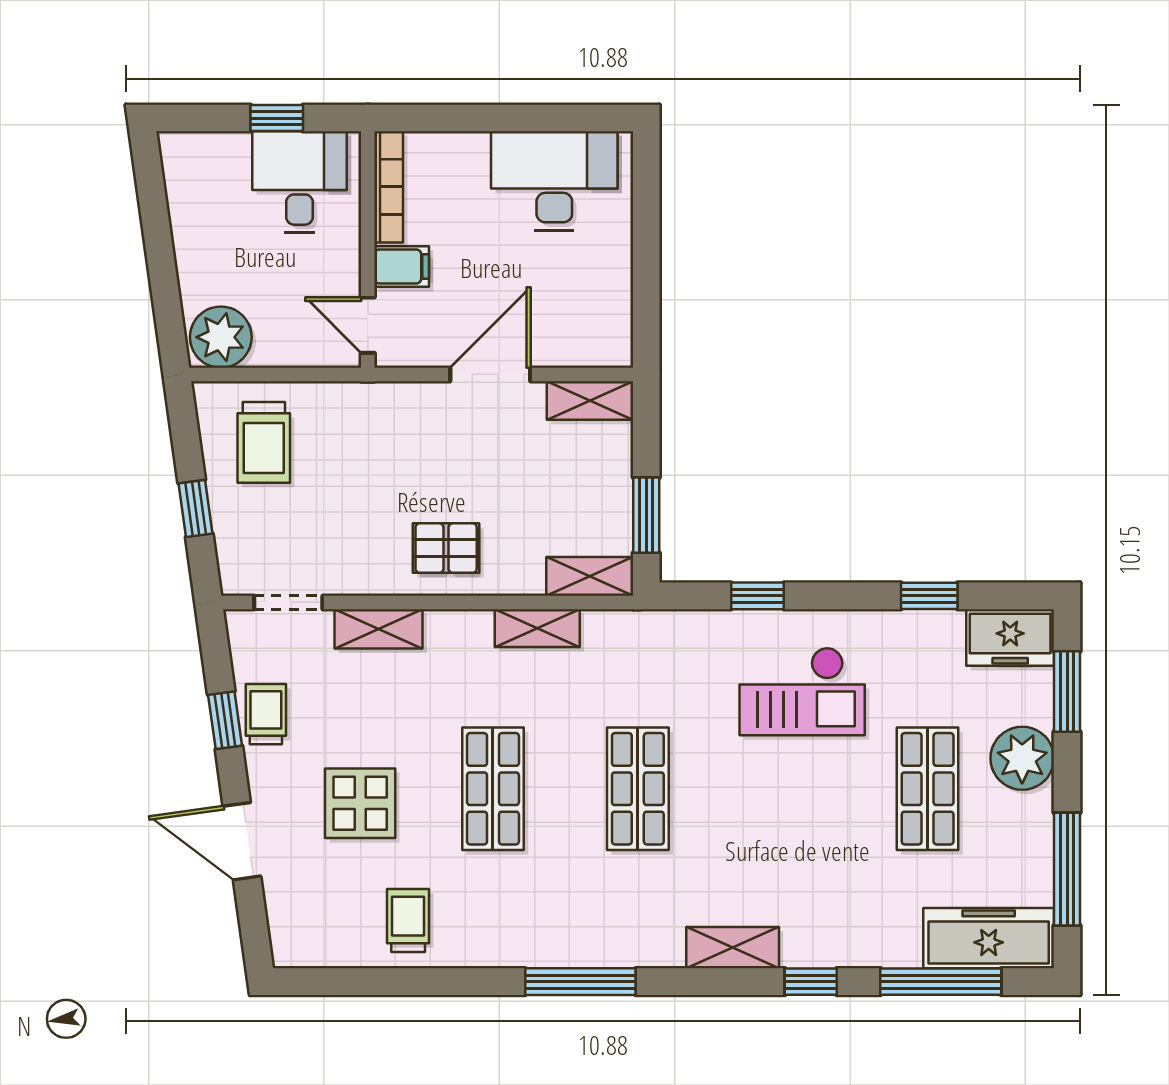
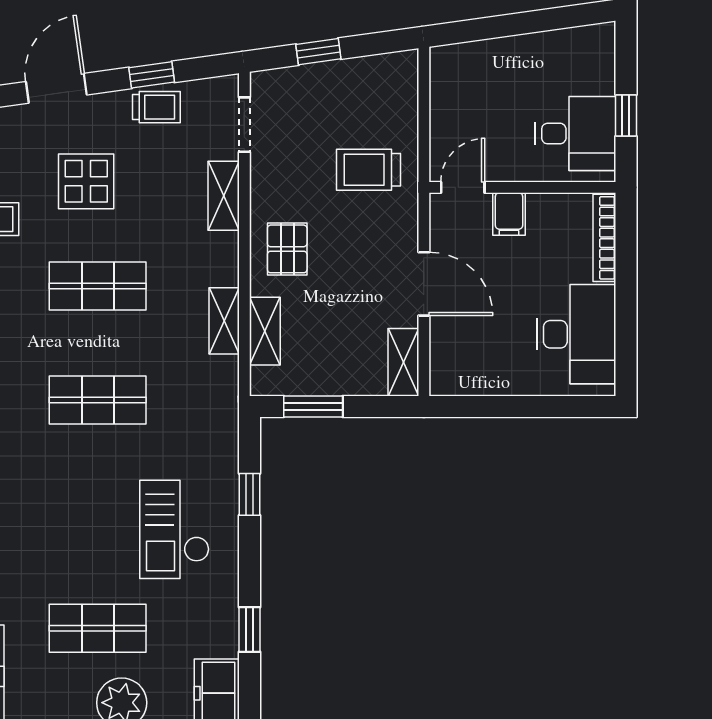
bookcase: (389, 187) -> (604, 238), moved, turned 90
plant: (221, 337) -> (453, 72), removed
trolley: (264, 442) -> (369, 170), moved
shelving: (590, 576) -> (265, 331), moved

